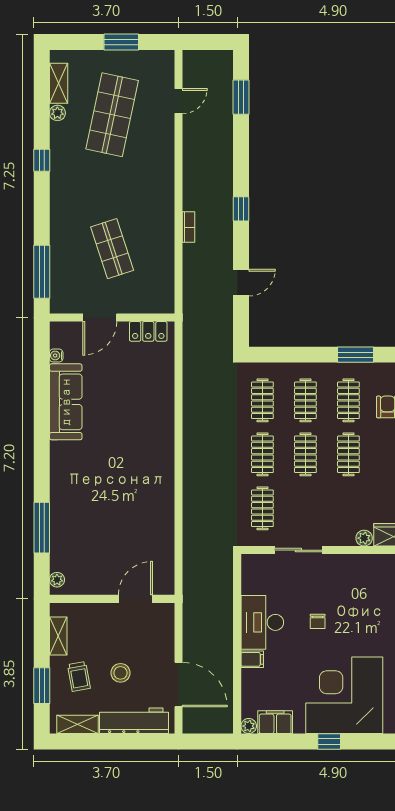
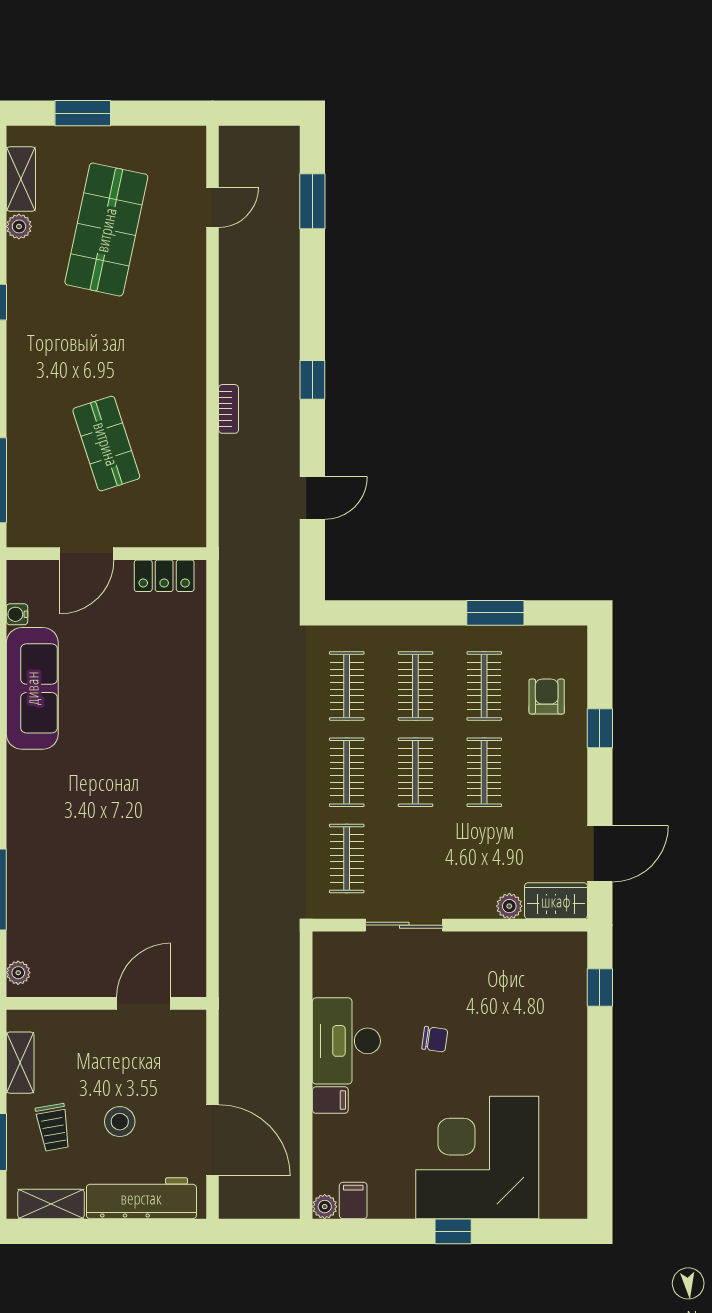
window: (121, 42) -> (83, 113), moved
chair: (318, 621) -> (435, 1039), turned -82
filing cabinet: (275, 722) -> (353, 1200), width x0.50

